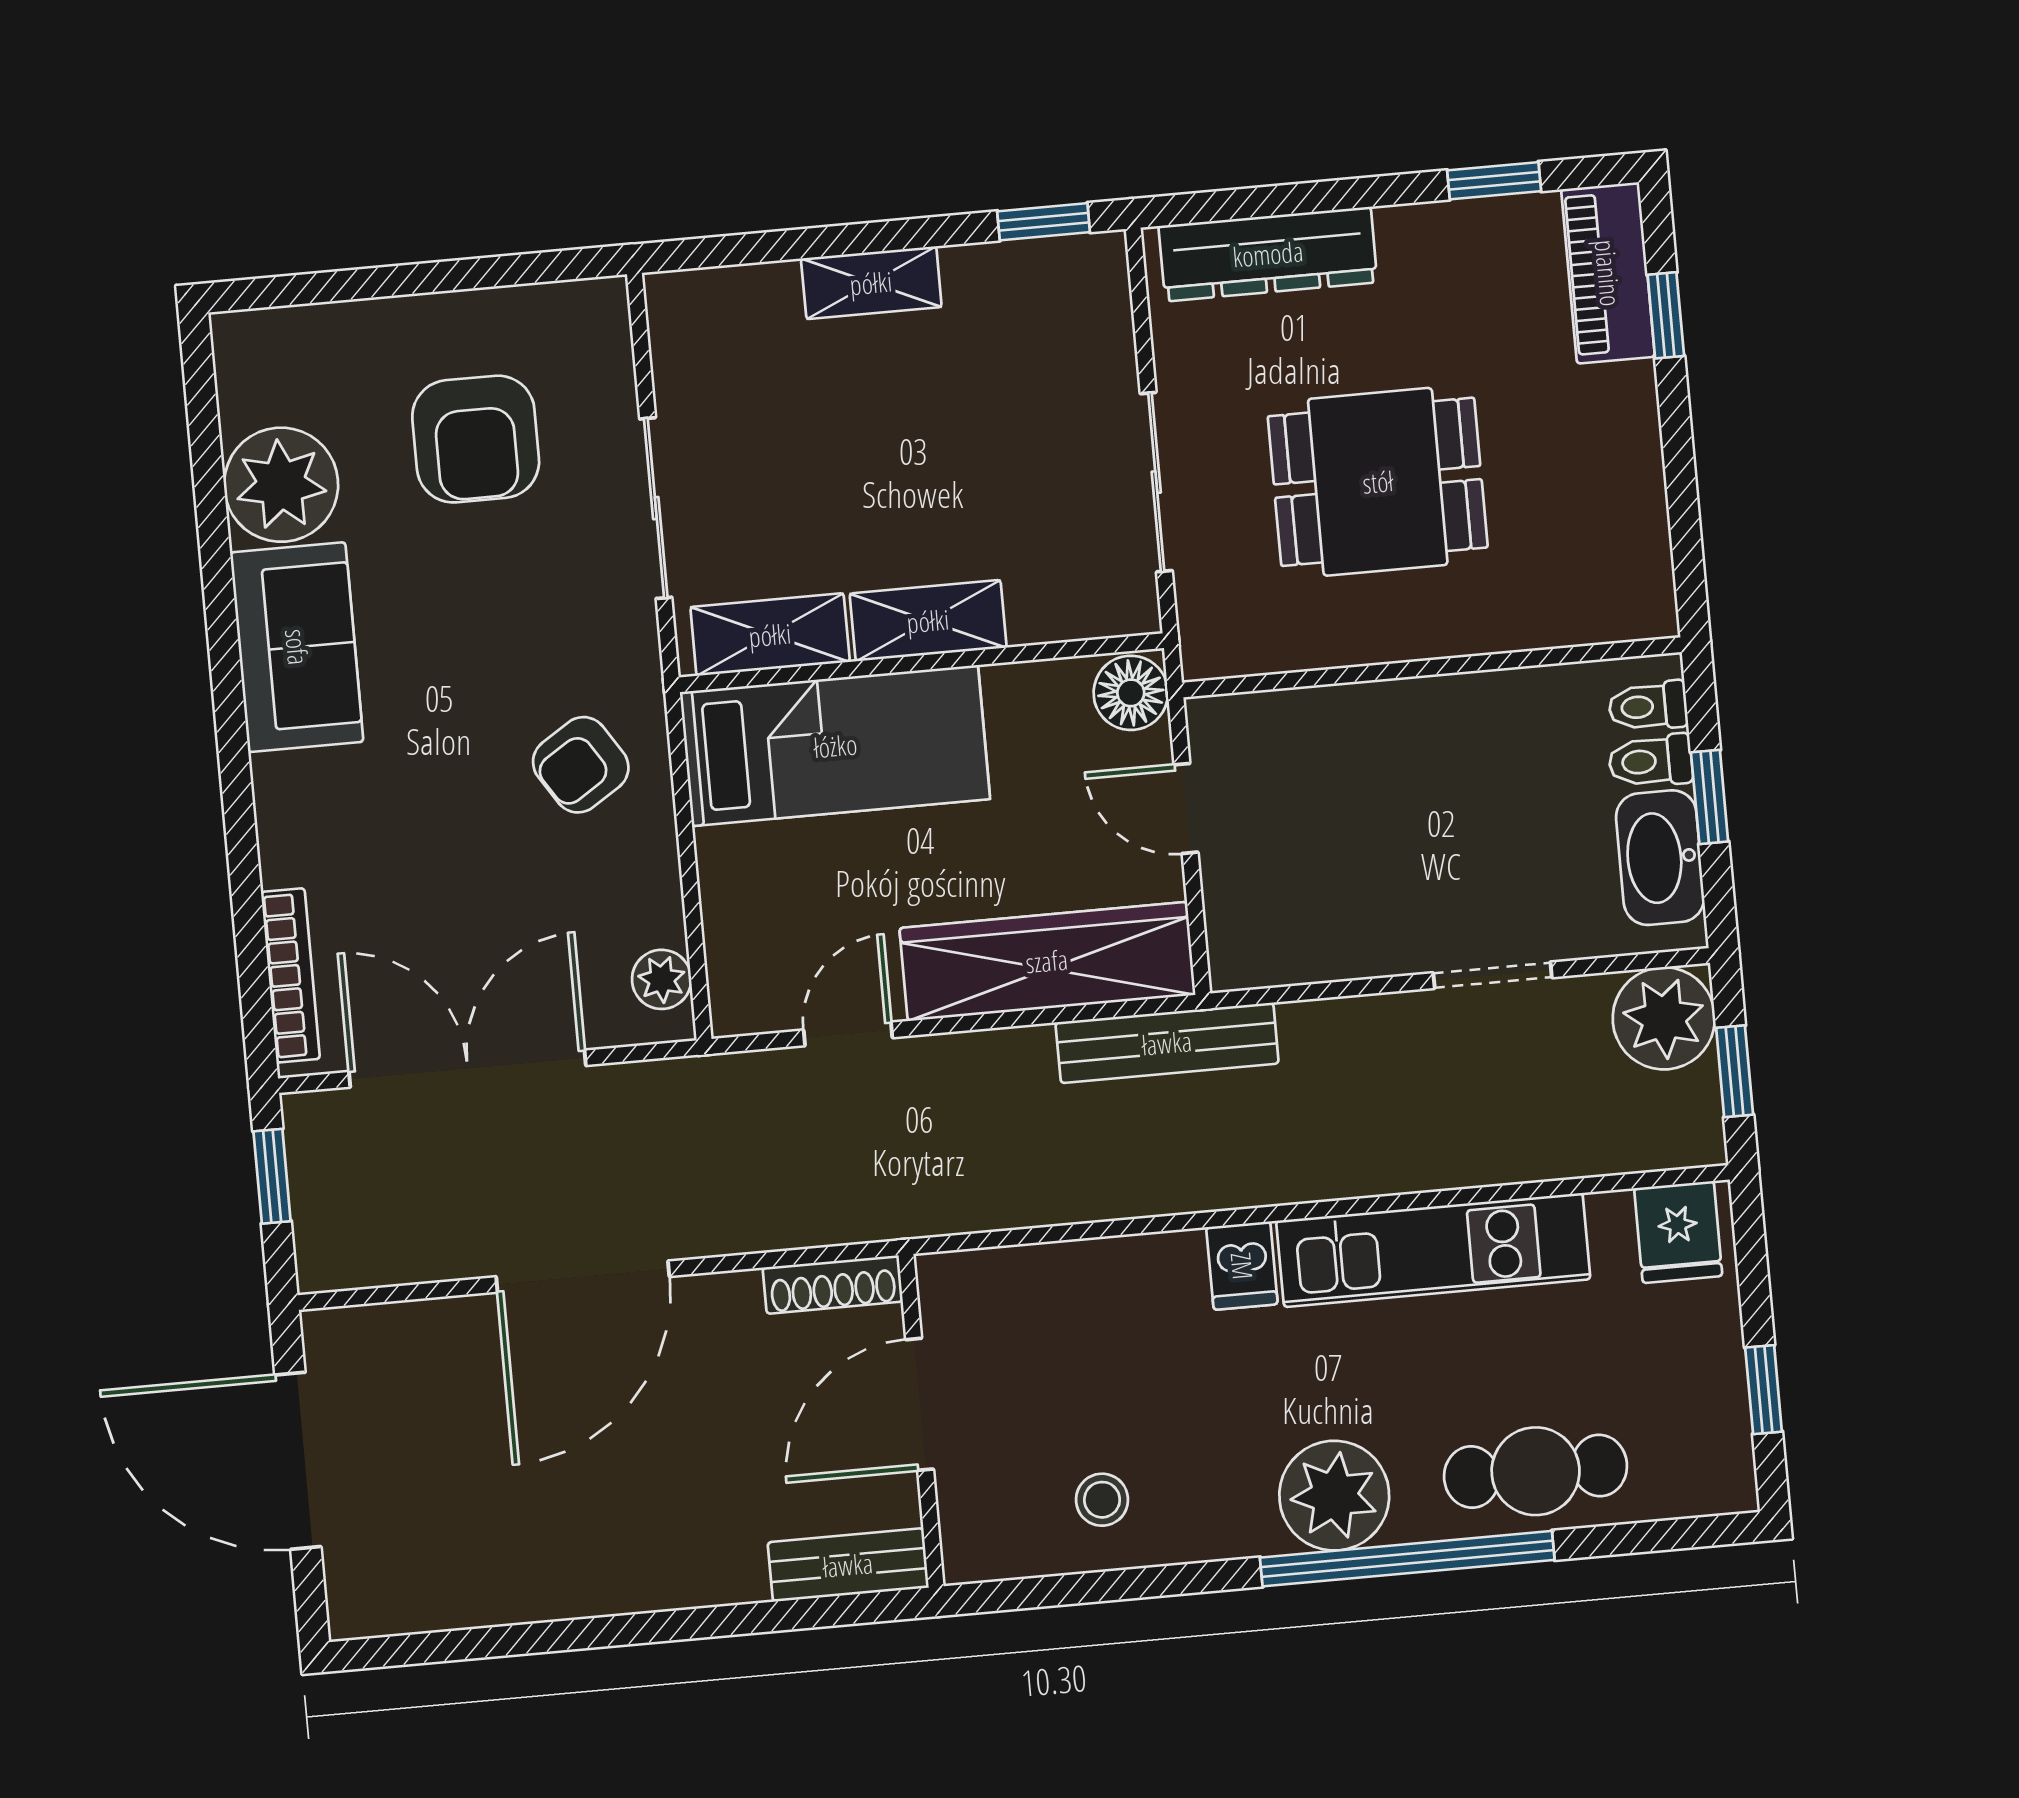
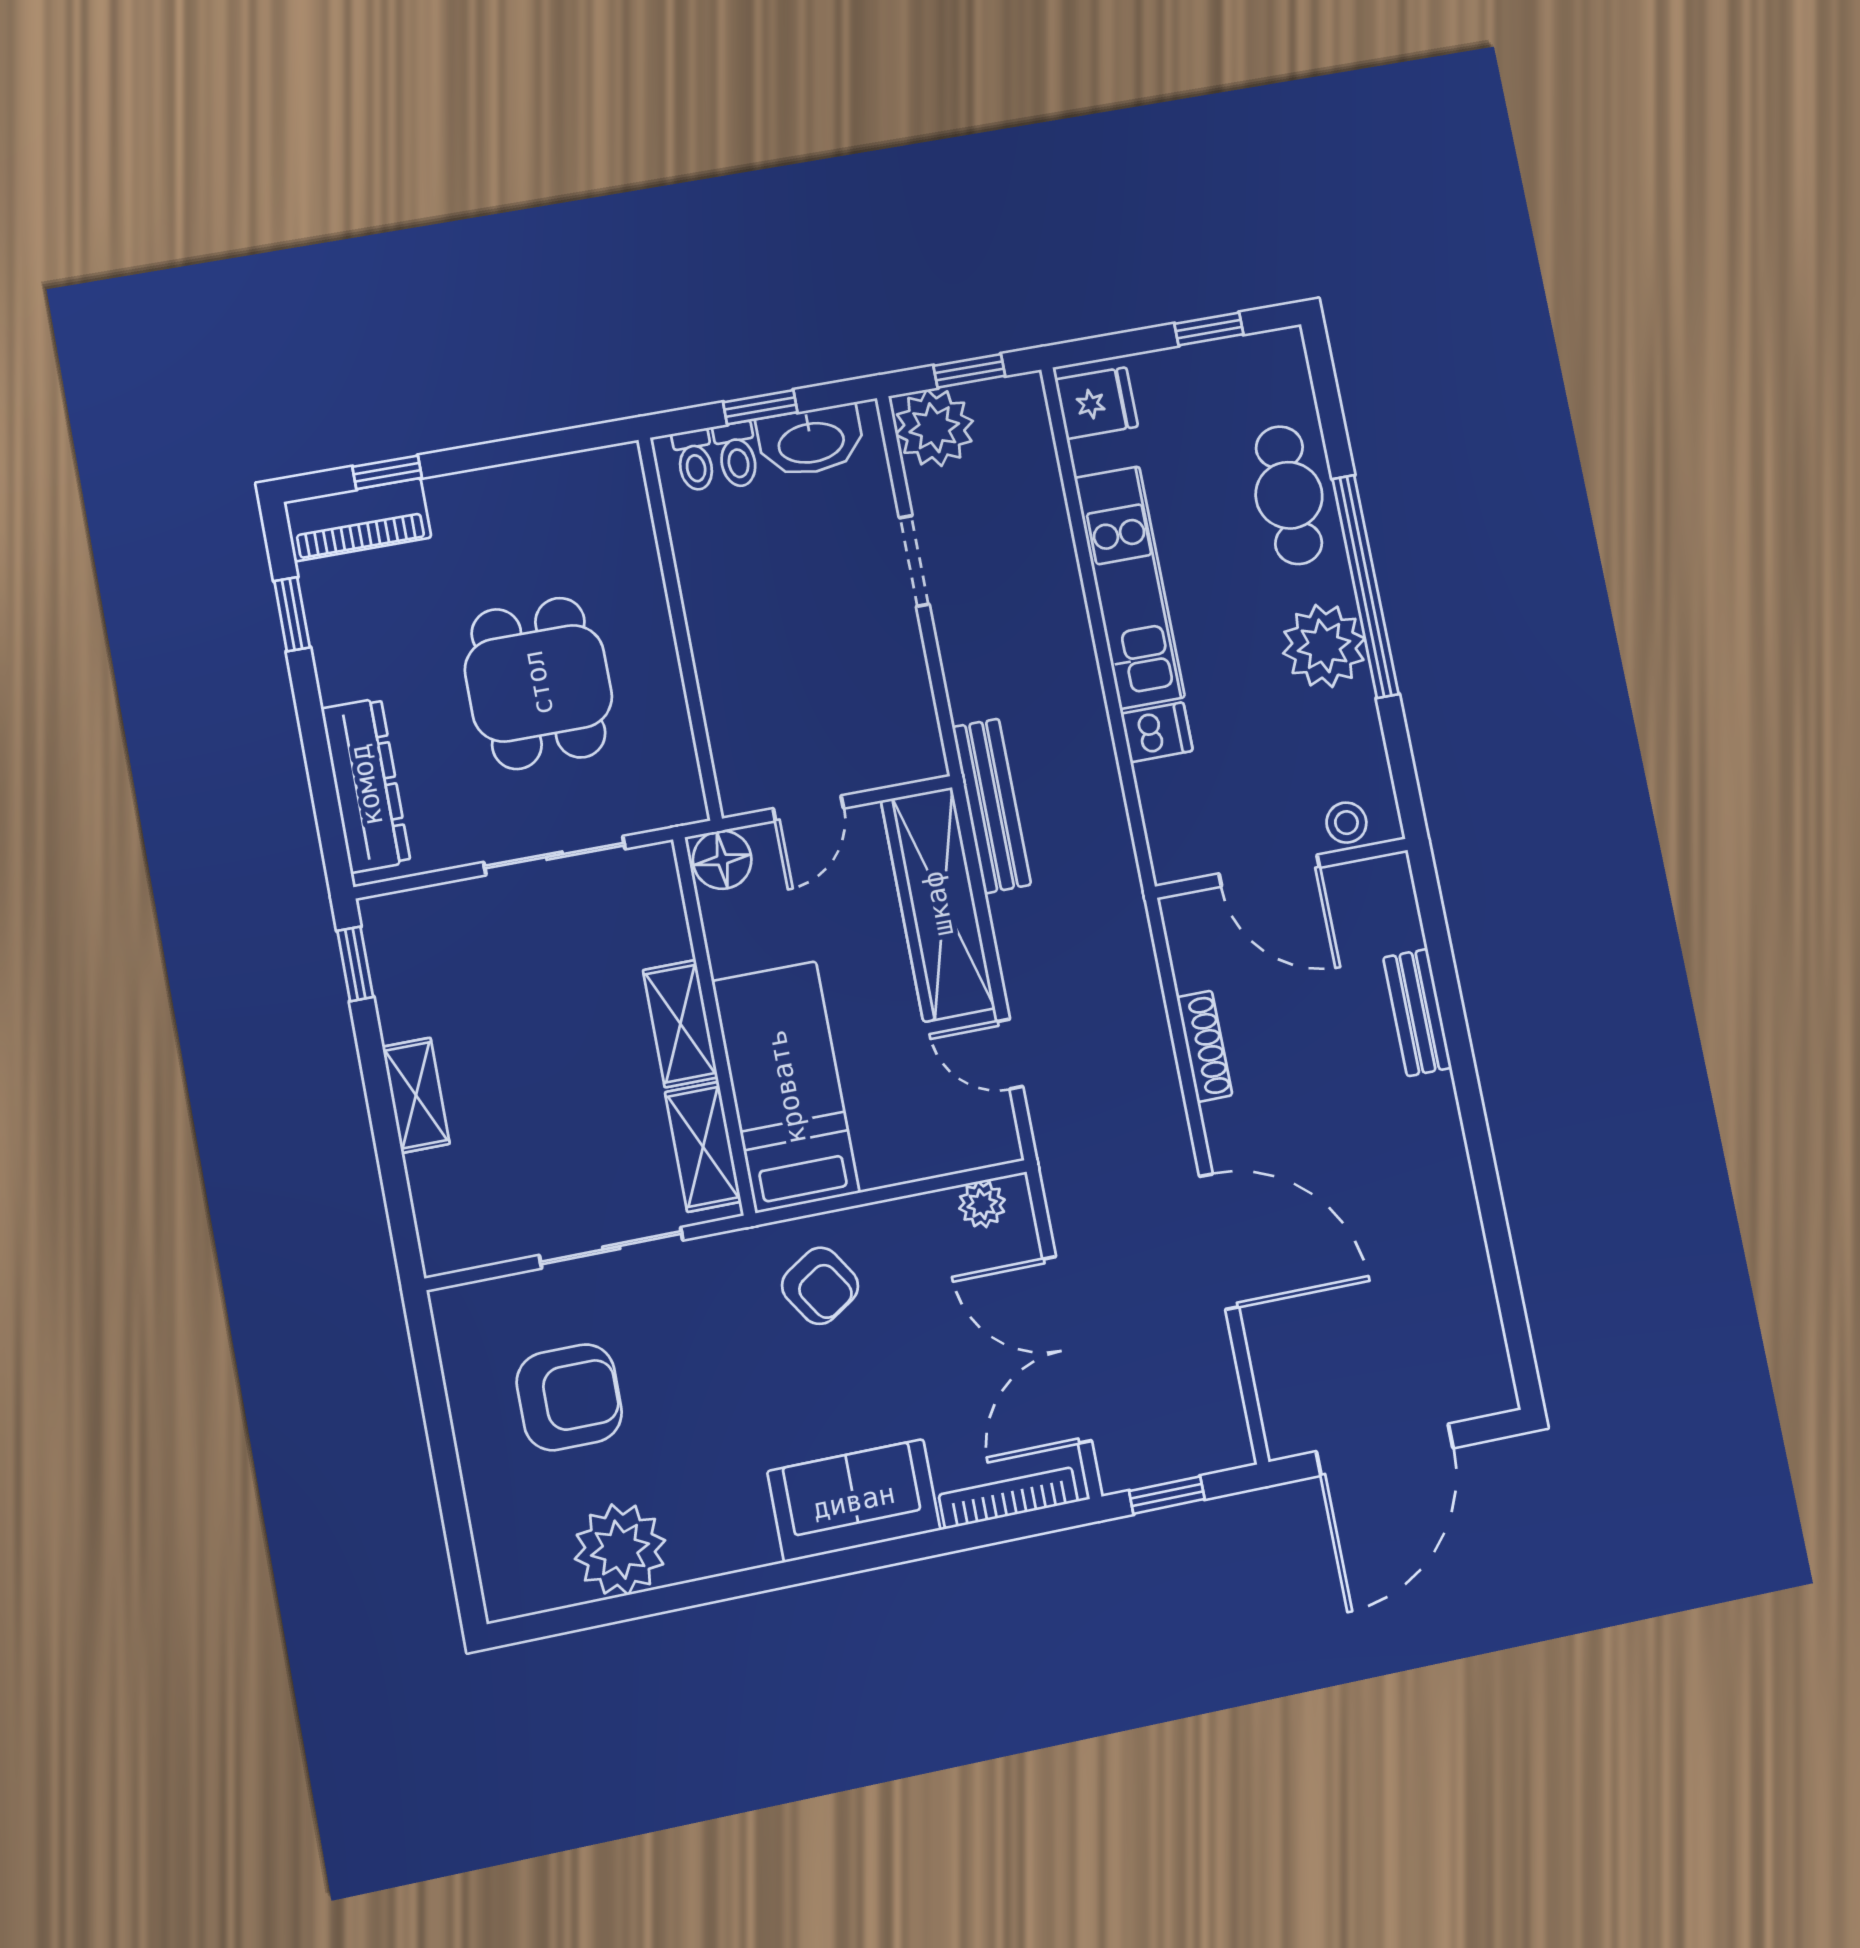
sofa: (297, 647) -> (854, 1501), moved
door: (920, 1404) -> (1269, 871), moved
wall: (921, 1421) -> (1282, 868), moved

